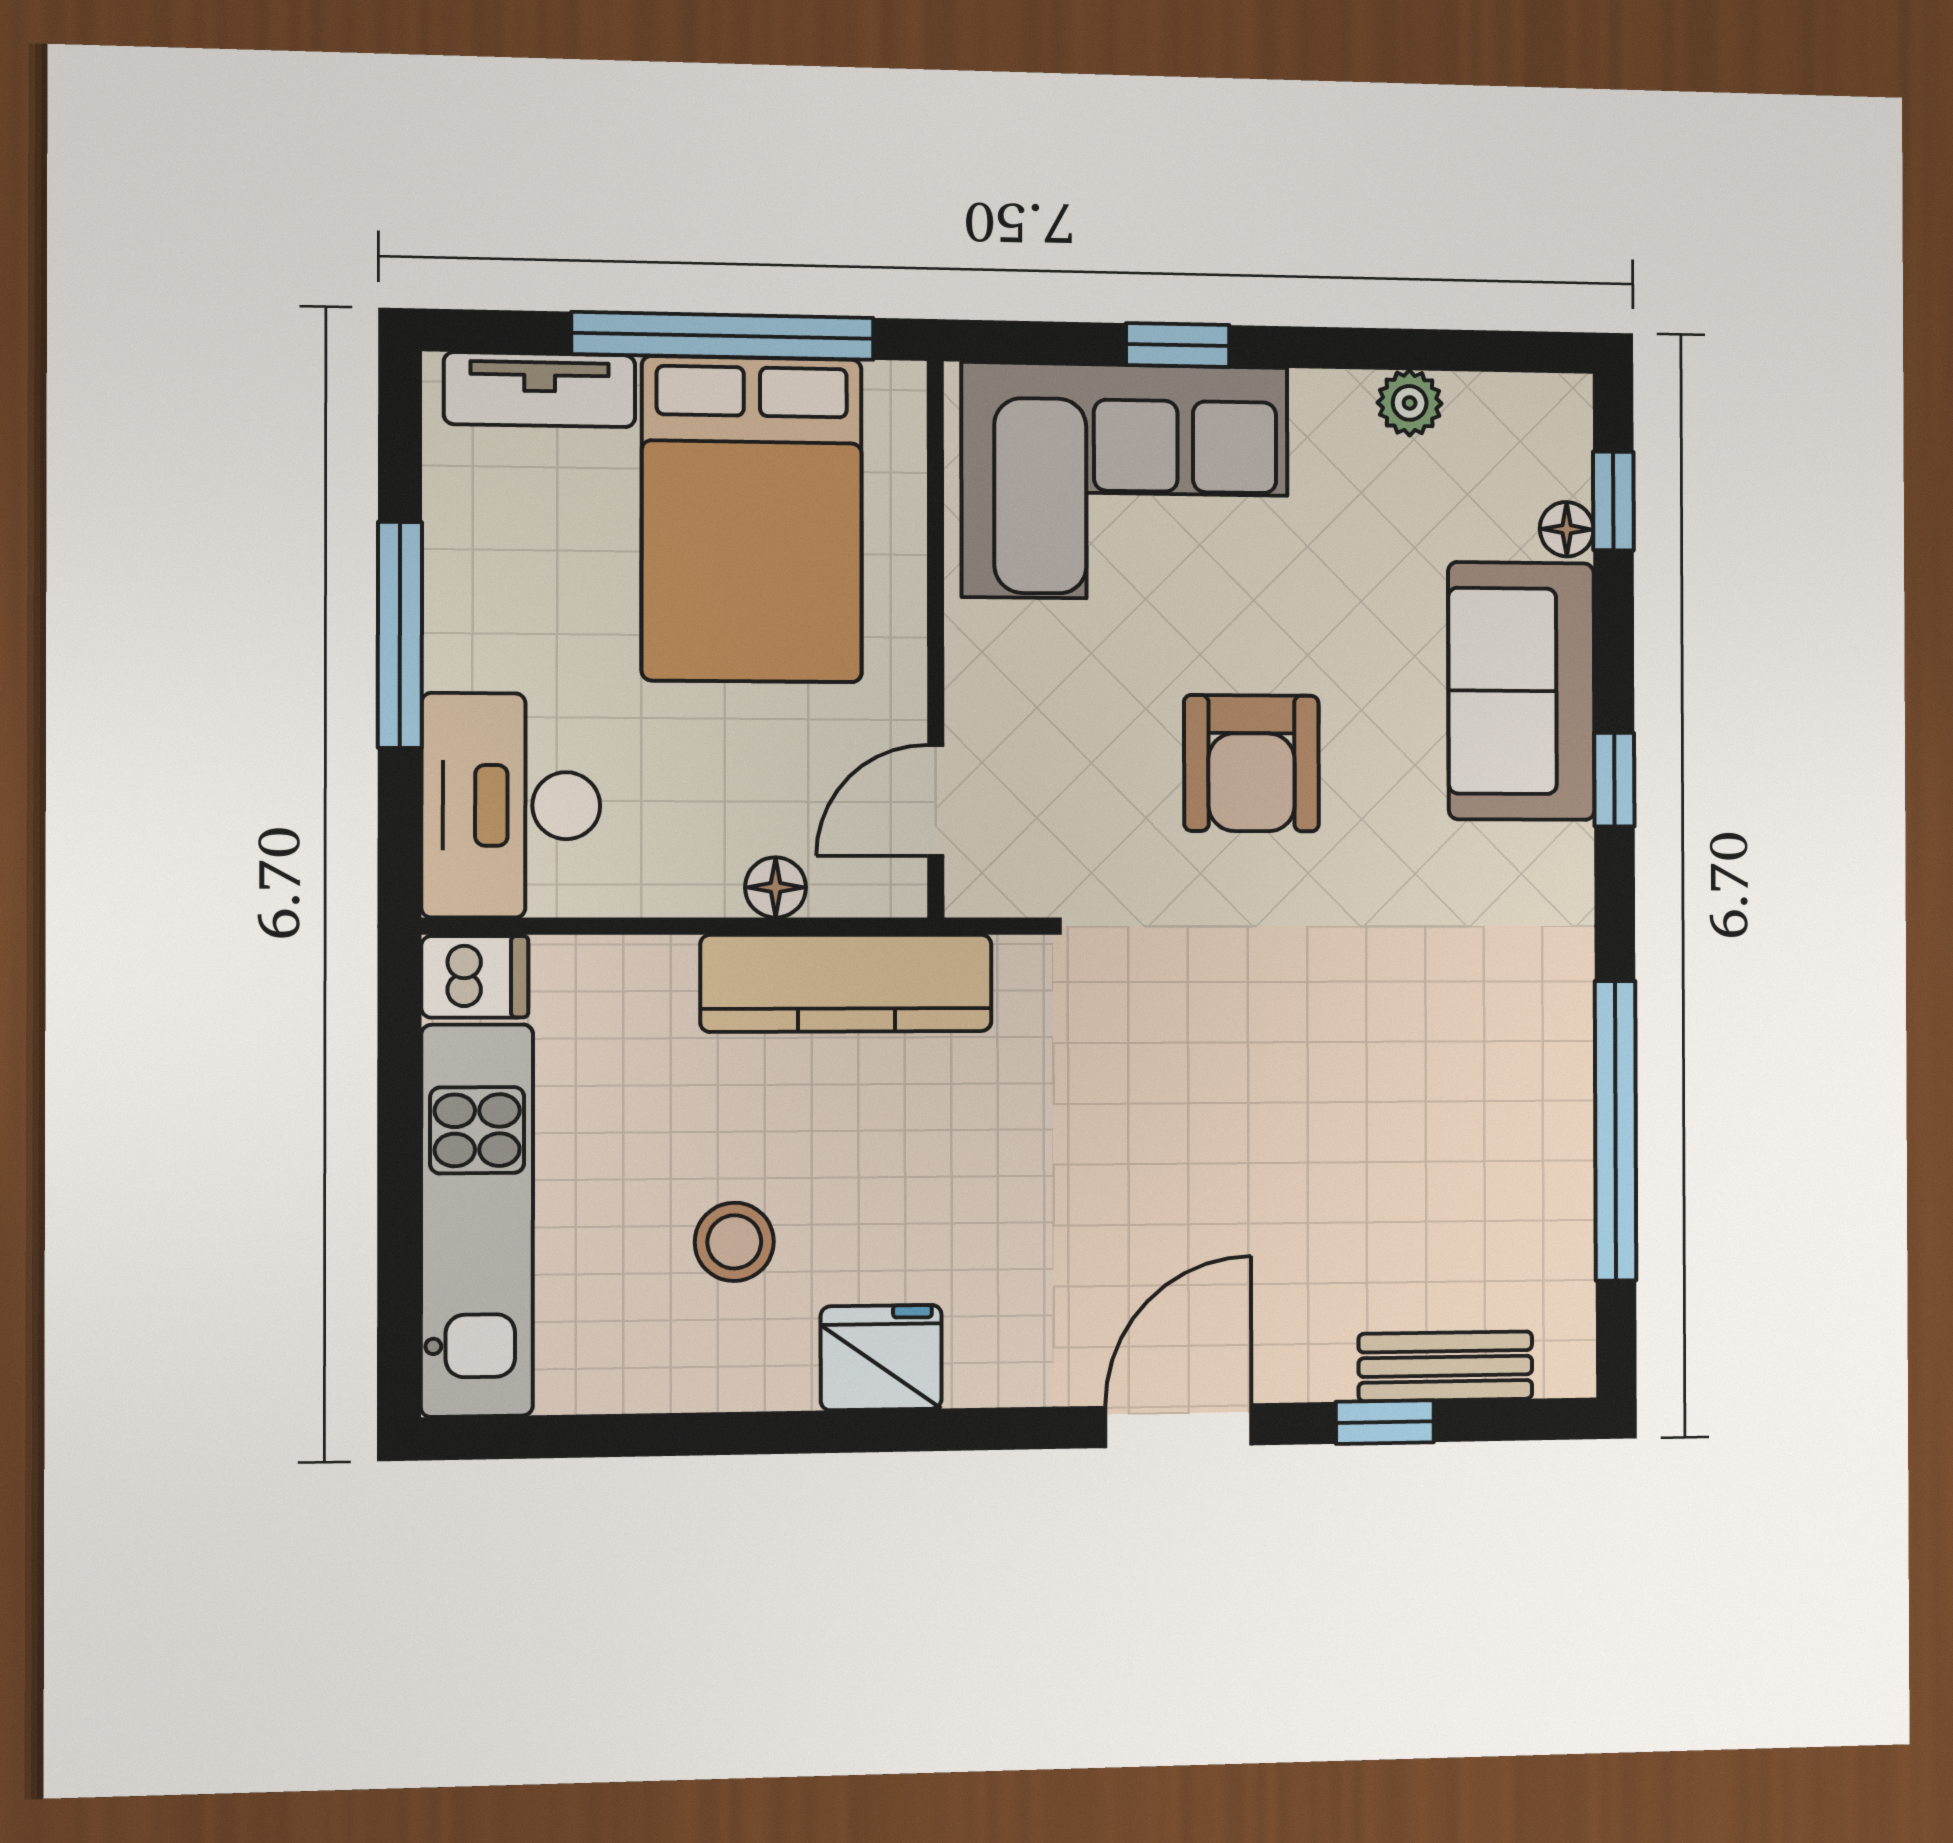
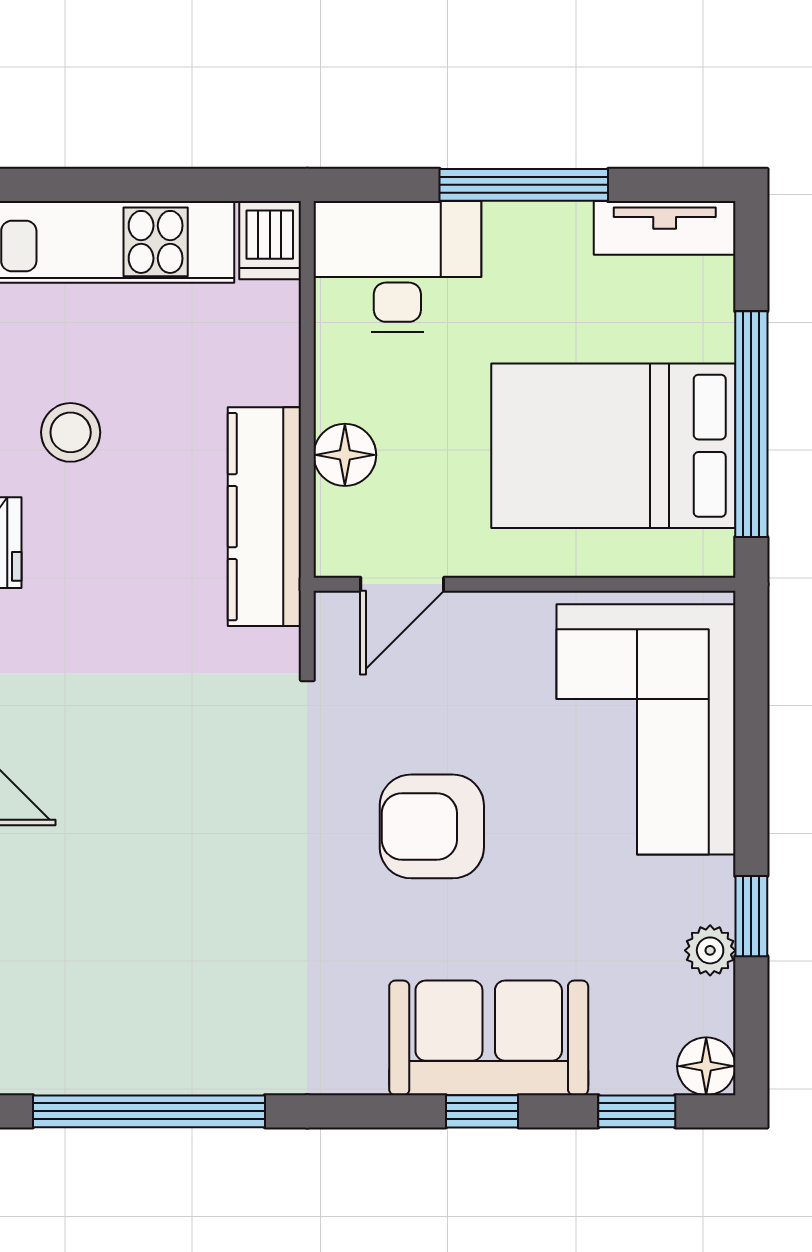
window: (1178, 345) -> (751, 916), moved
tv unit: (540, 390) -> (665, 228), moved, turned -90
floor lamp: (1567, 529) -> (706, 1066), moved, width x1.37, depth x1.37
window: (1614, 780) -> (482, 1111), moved
door: (936, 801) -> (402, 584), swing flipped
floor lamp: (776, 887) -> (345, 455), width x1.37, depth x1.37

